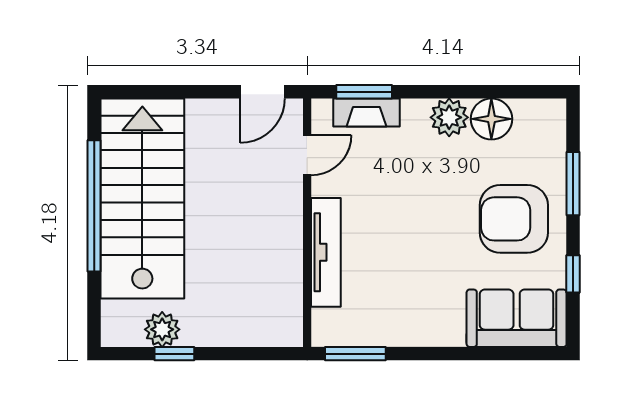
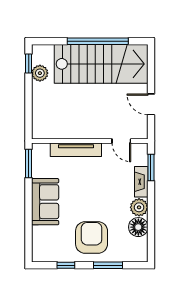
door: (262, 92) -> (151, 104), moved
fireplace: (366, 113) -> (141, 182), moved
sofa: (517, 318) -> (45, 202), moved
window: (174, 354) -> (29, 64), moved

